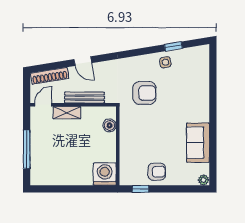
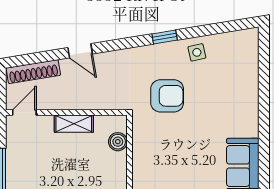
window: (173, 46) -> (165, 37), moved
bench: (84, 98) -> (82, 102), removed
shelving: (67, 113) -> (74, 124), moved

